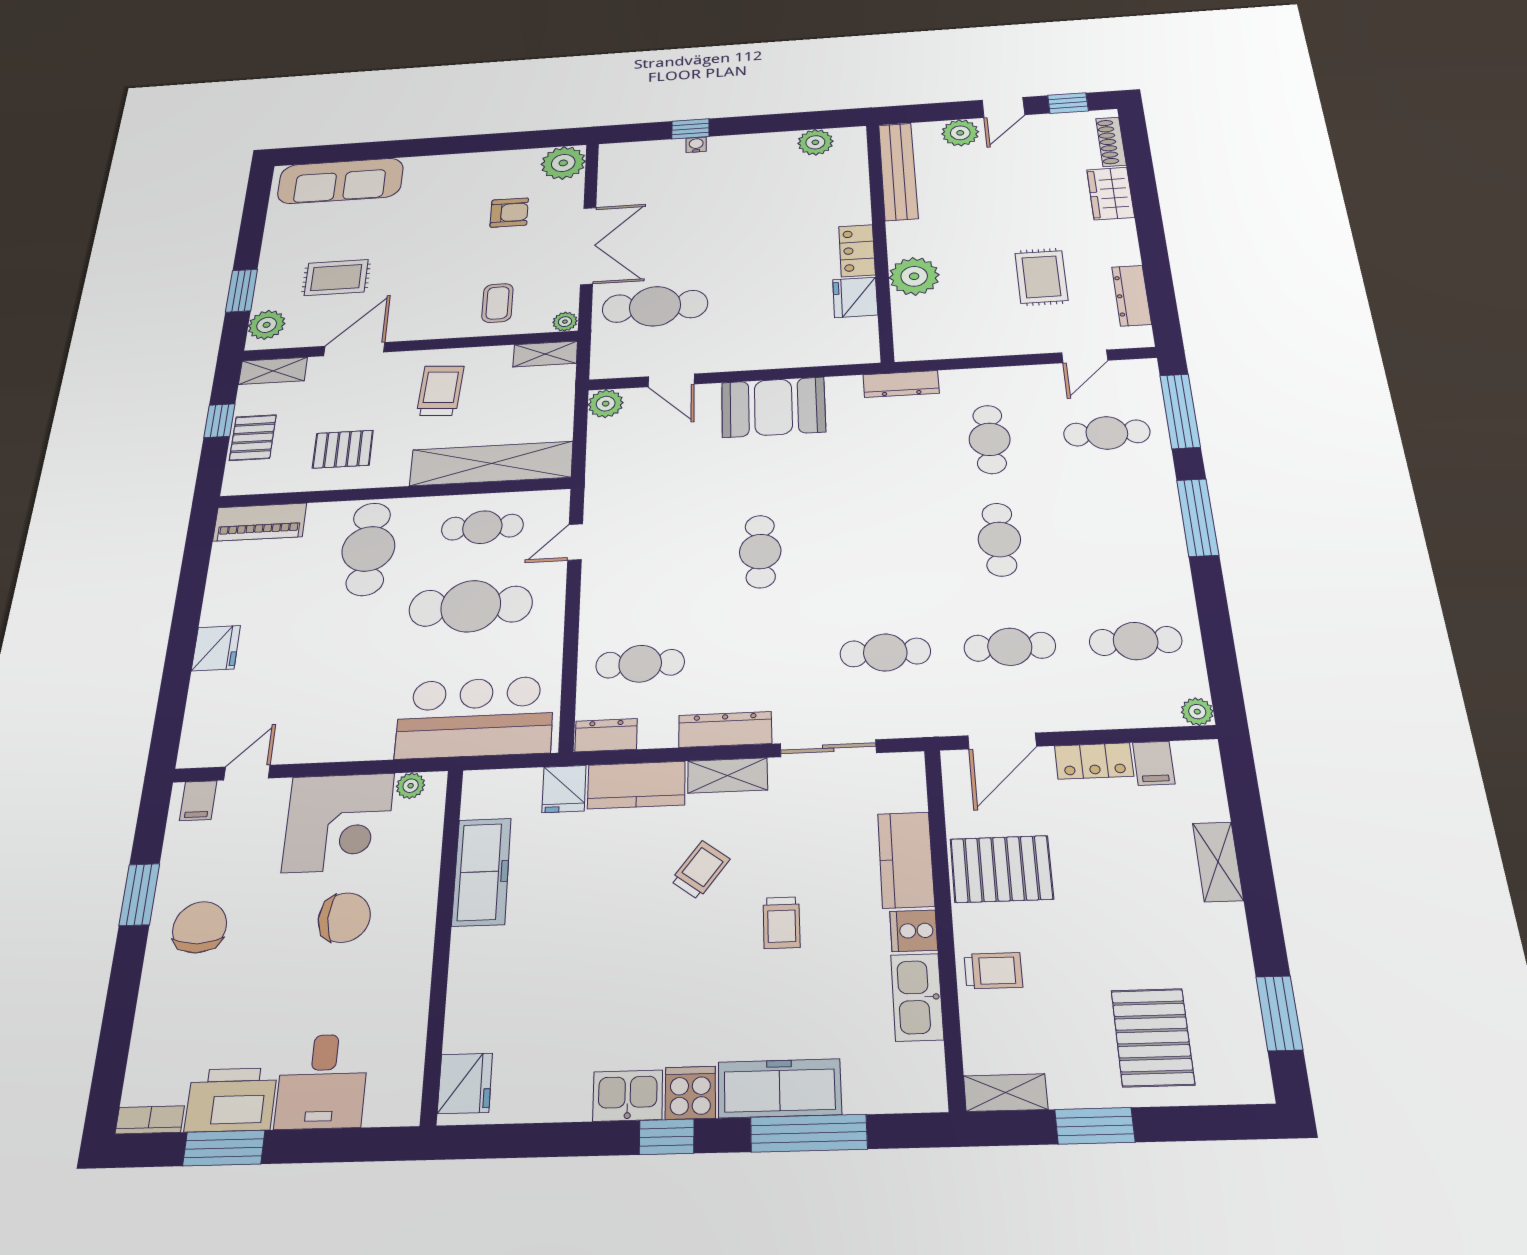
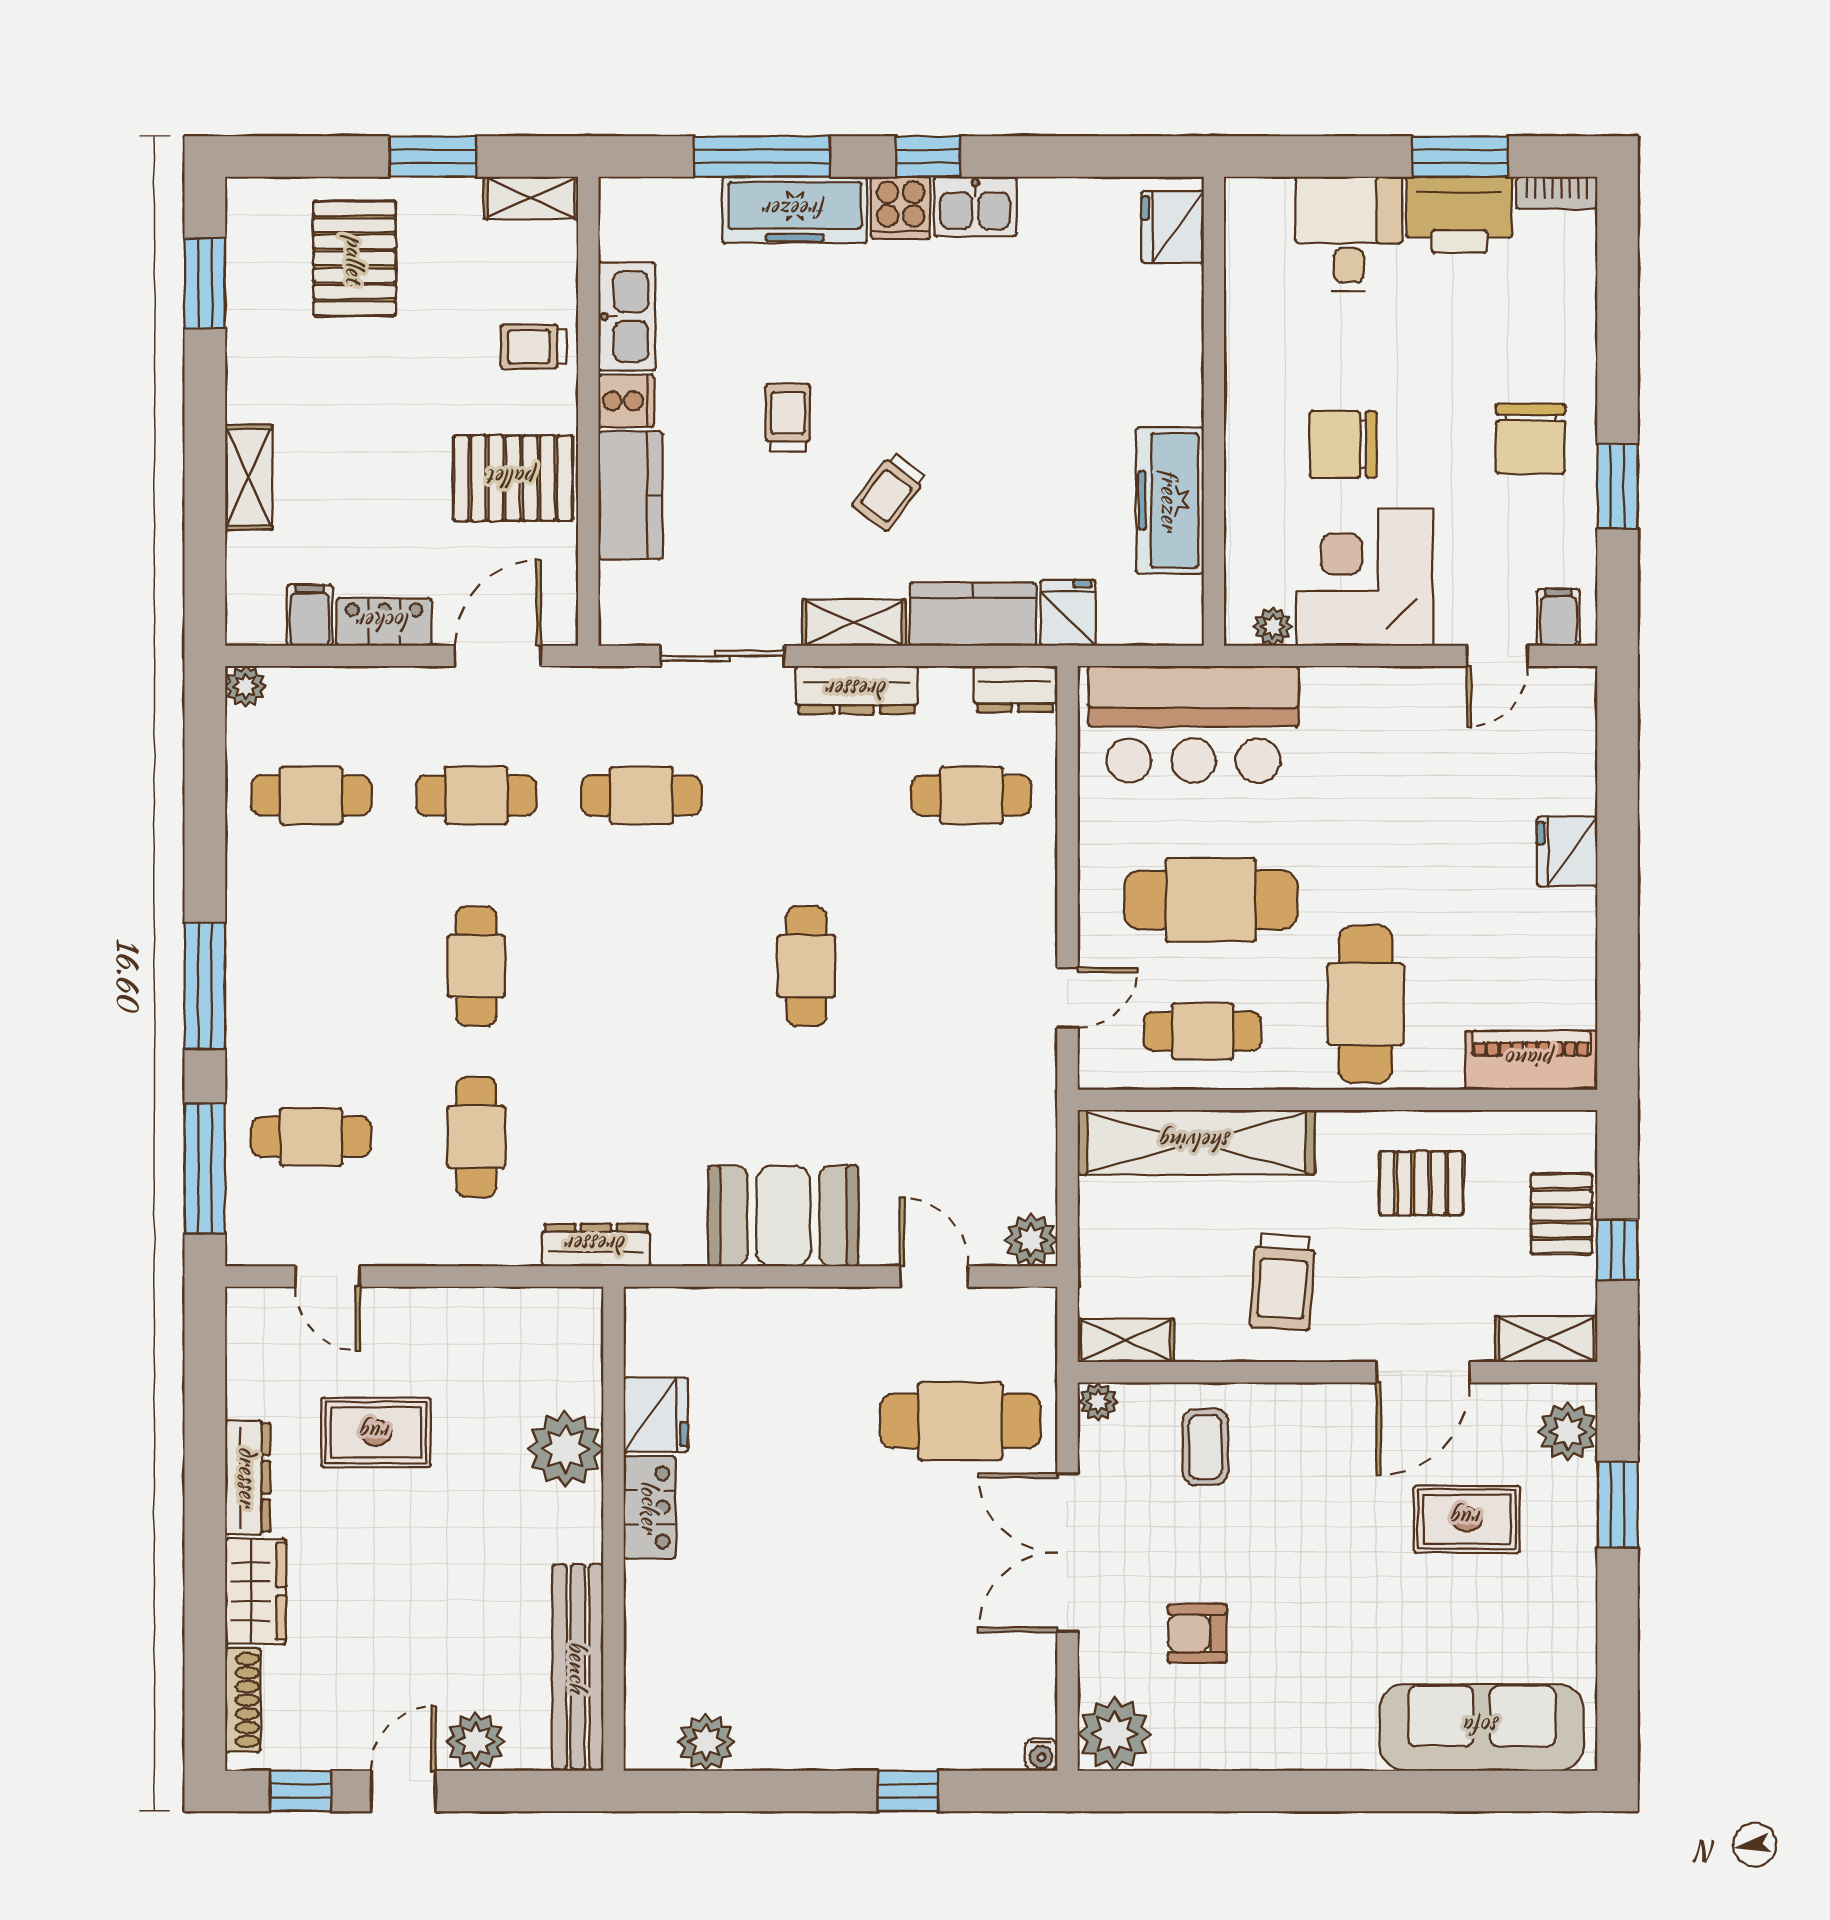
water cooler: (696, 145) -> (1041, 1755), moved
rug: (1041, 277) -> (376, 1433), turned 90
dresser: (1132, 296) -> (248, 1477), moved
door: (1085, 356) -> (328, 1276), swing flipped

